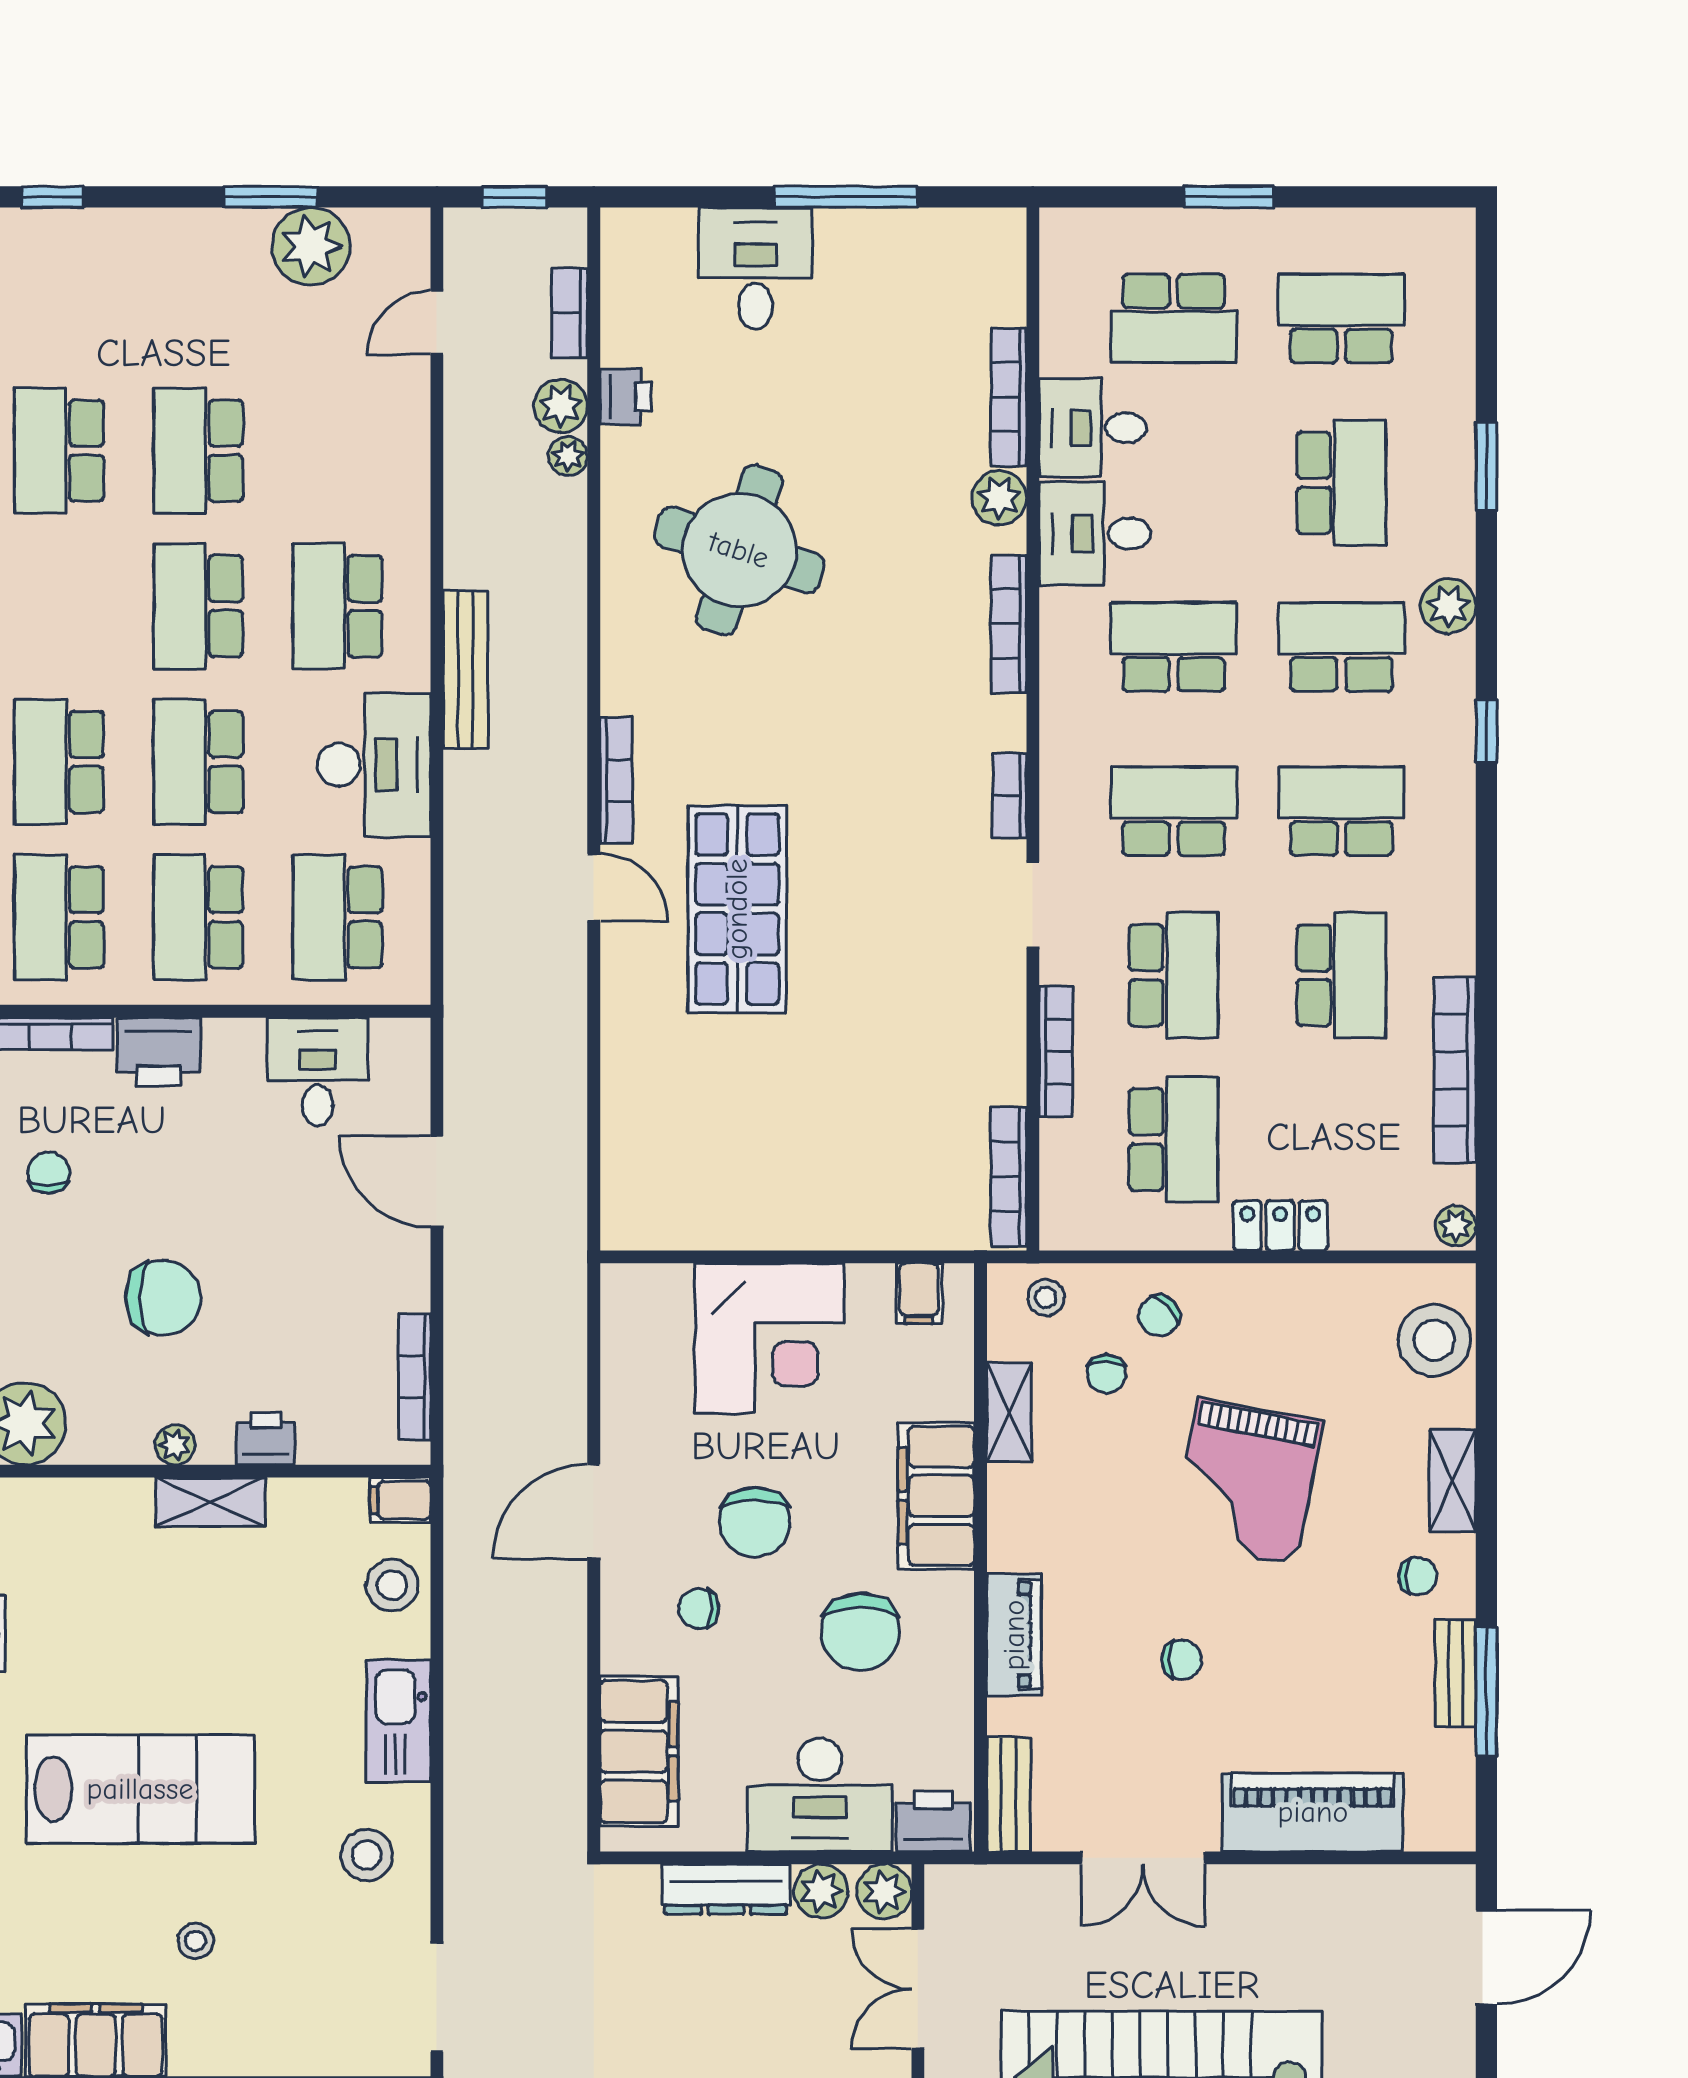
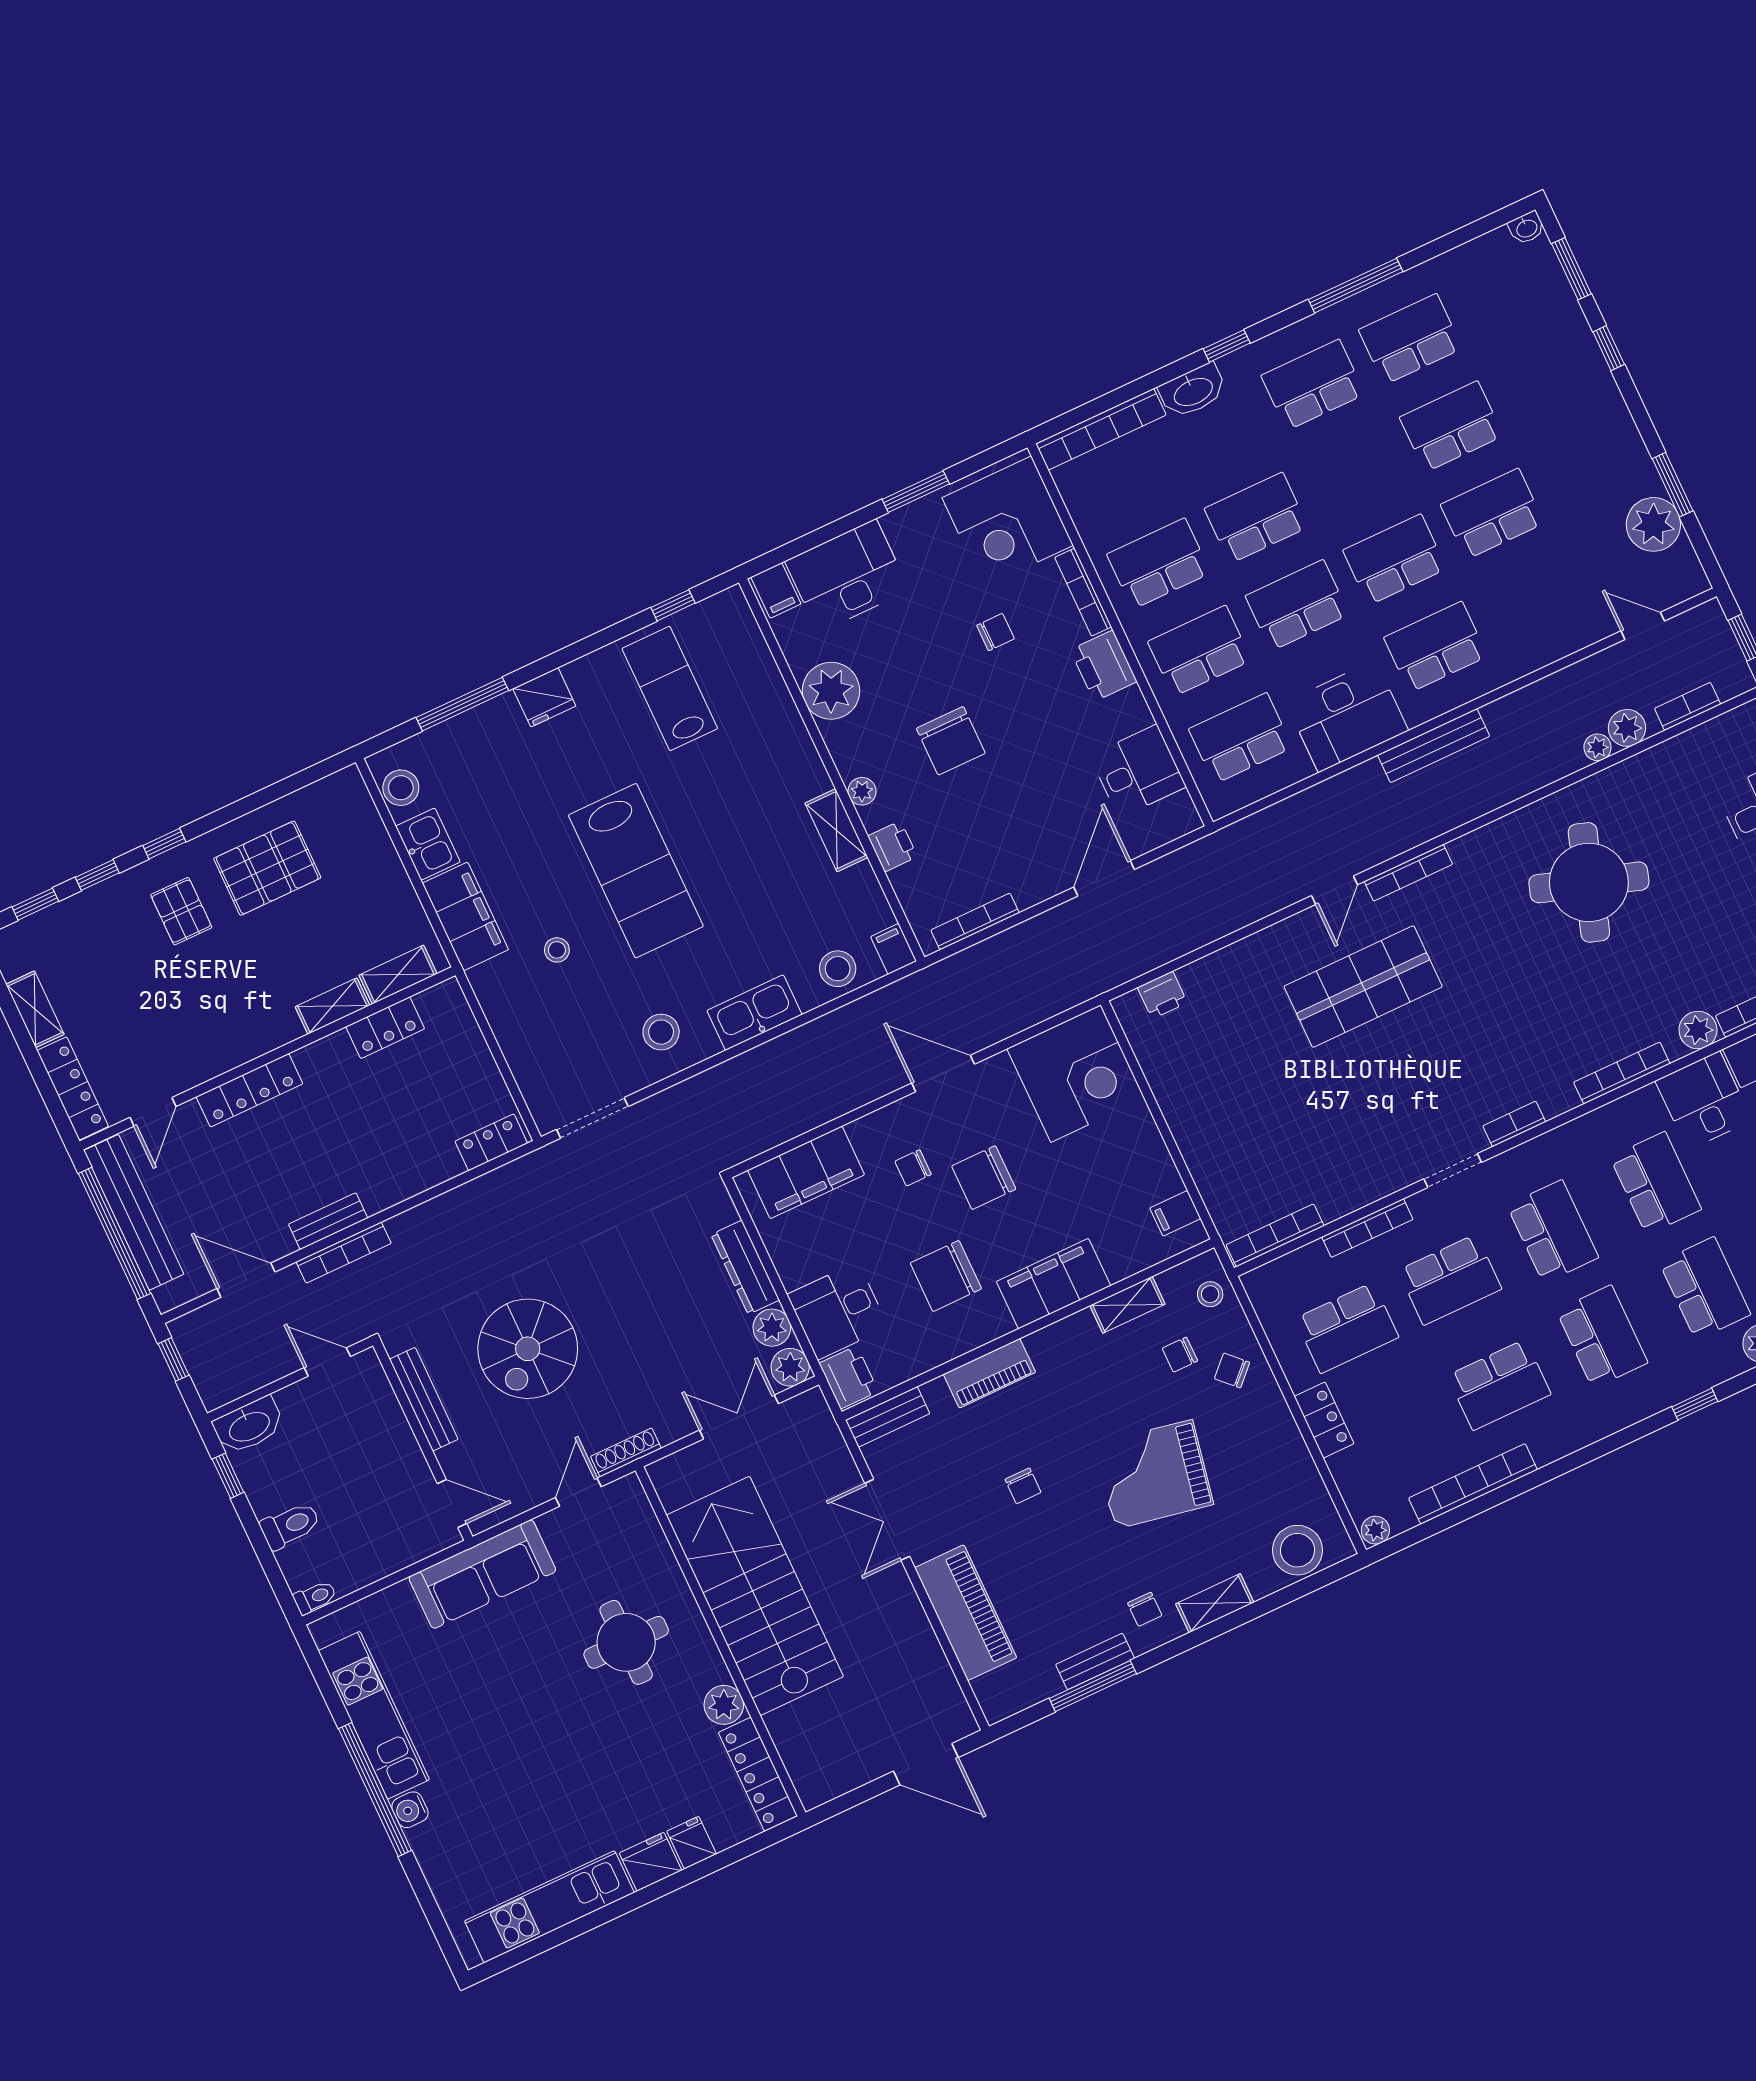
printer: (626, 397) -> (1162, 995), moved
corner desk: (770, 1338) -> (1076, 1074), moved, turned -90
chair: (699, 1609) -> (913, 1168), turned -90
desk: (820, 1795) -> (838, 1311), width x0.73

